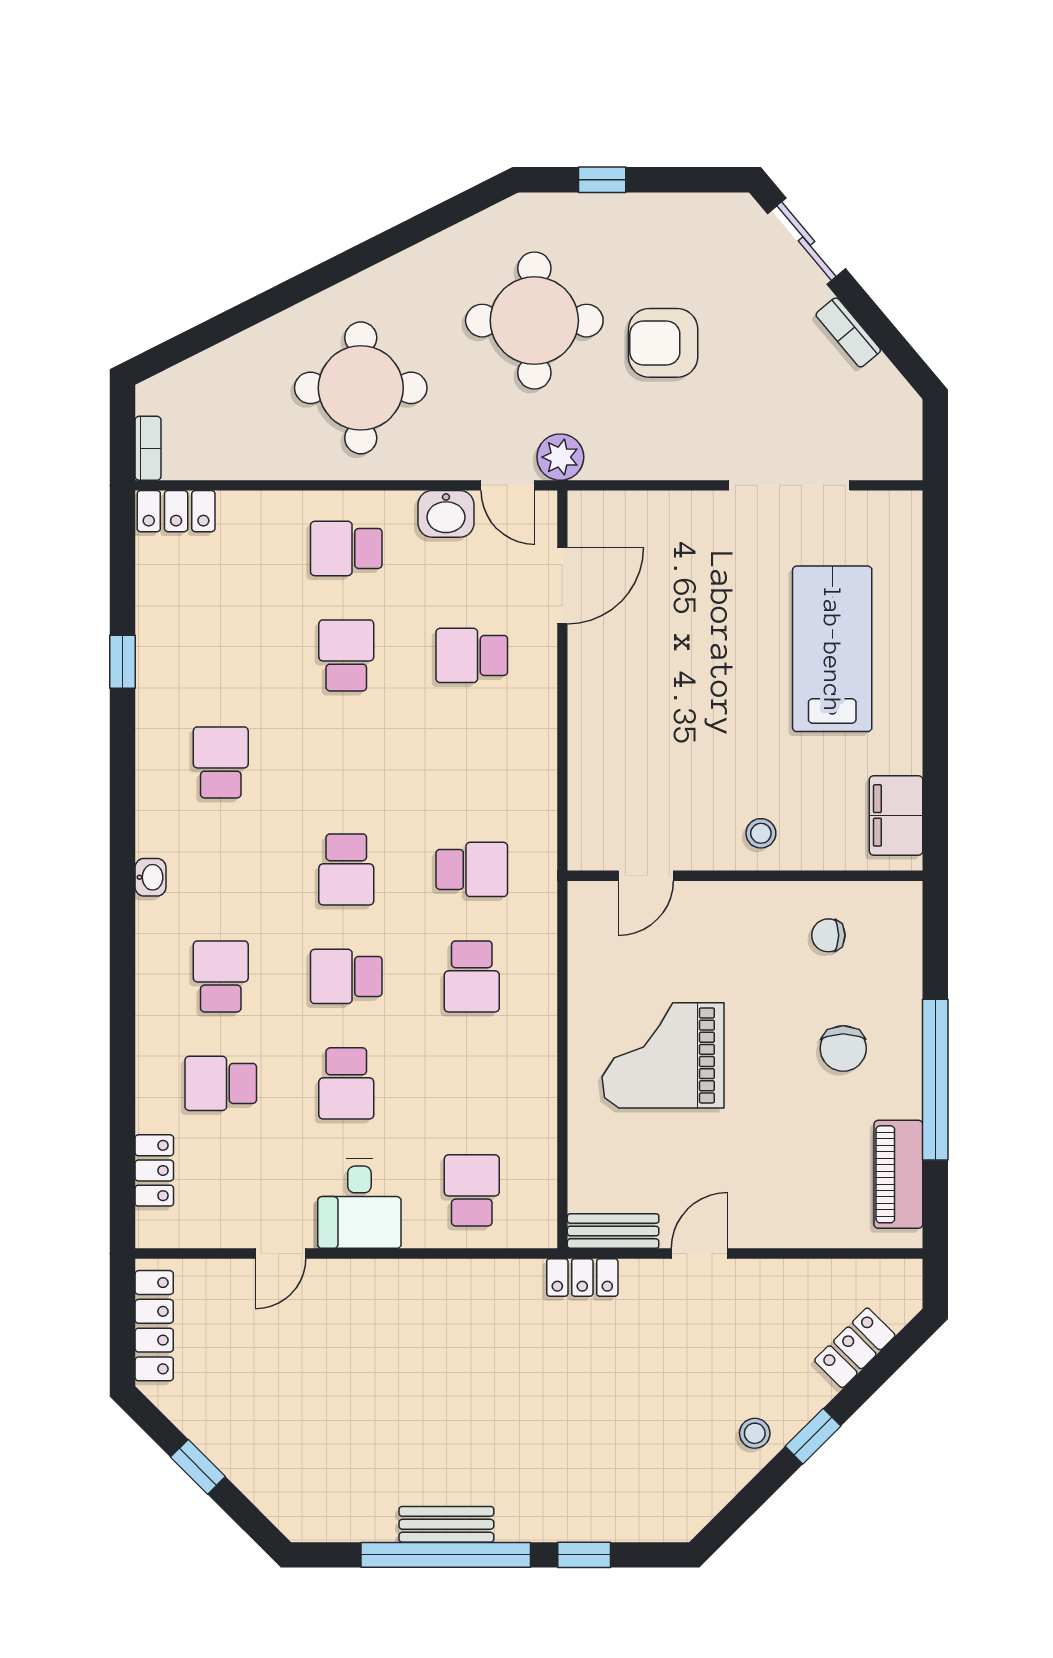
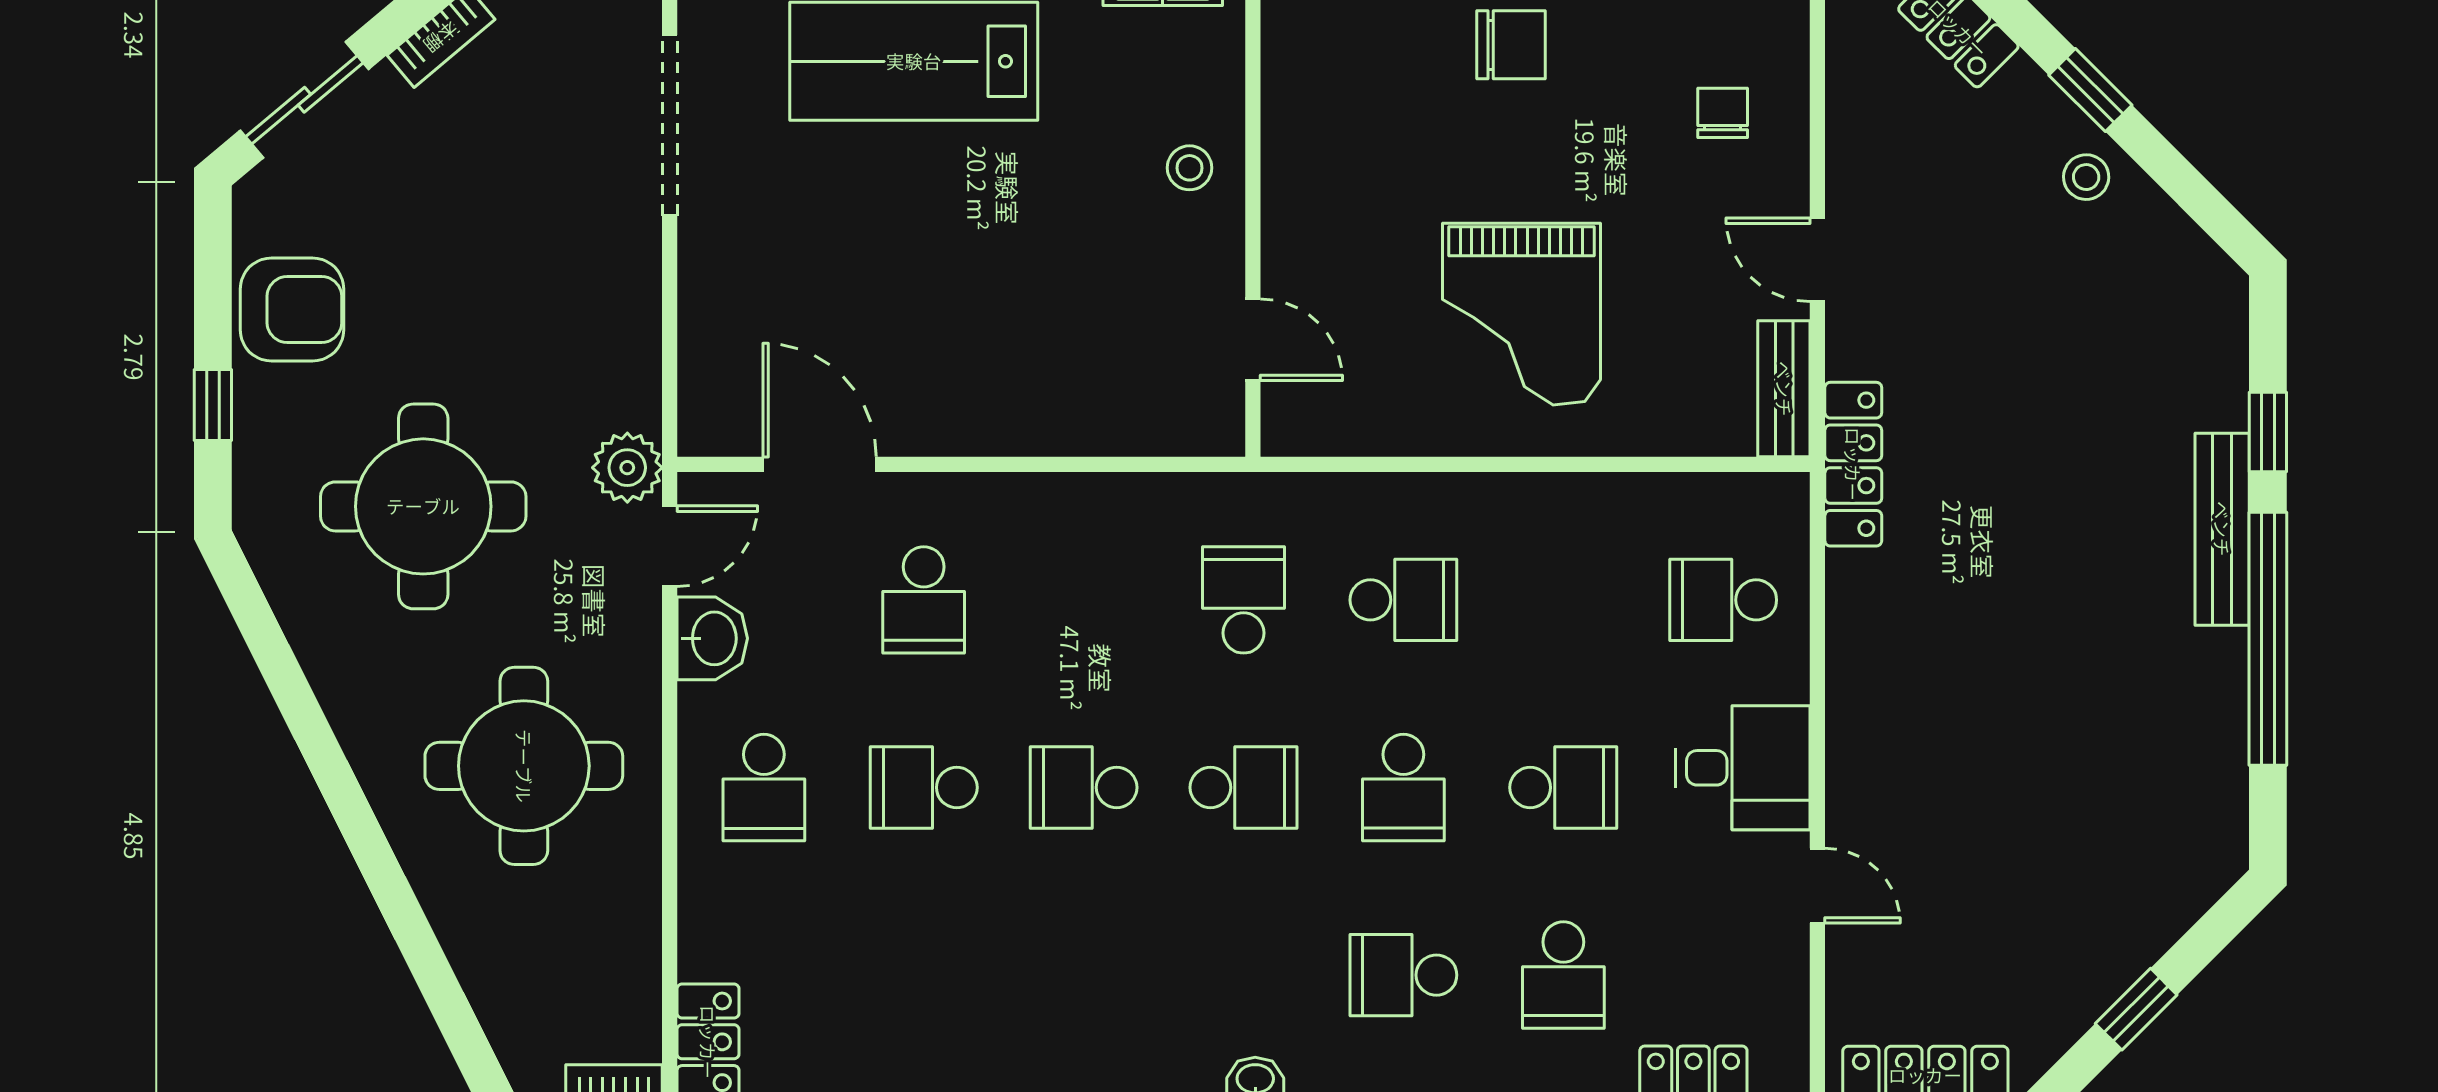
armchair: (663, 343) -> (292, 310), moved, turned -90
school desk: (221, 762) -> (1084, 787), moved
chair: (828, 935) -> (1723, 113), moved, turned 180
locker: (582, 1277) -> (1853, 464), width x1.53
bench: (446, 1524) -> (2222, 529), moved, width x1.36

